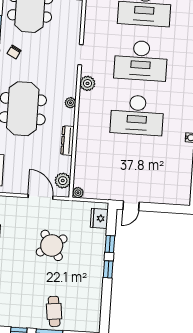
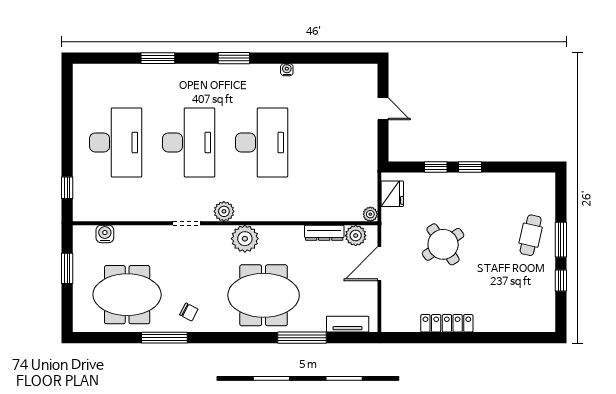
plant: (70, 103) -> (245, 239), width x1.88, depth x1.88
dresser: (68, 141) -> (324, 233), moved
door: (131, 206) -> (383, 109), moved
fridge: (99, 218) -> (392, 194), moved, turned -90
cafe table: (54, 311) -> (531, 235), turned -70

